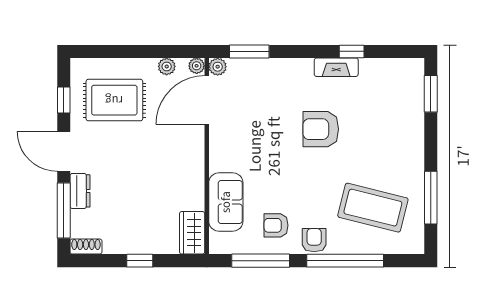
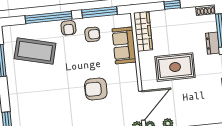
rug: (114, 100) -> (175, 67), moved
armchair: (321, 129) -> (96, 89), moved, turned 180
wardrobe: (192, 233) -> (143, 31), width x1.50

